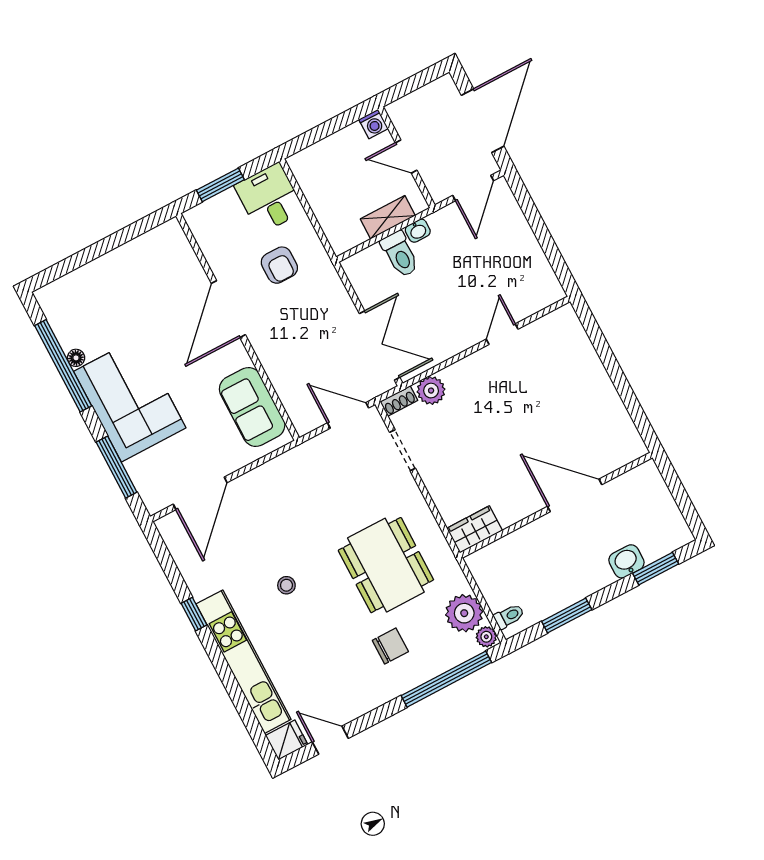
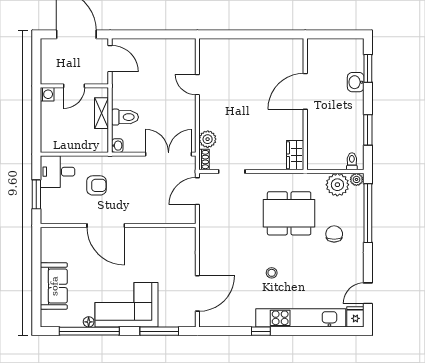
washbasin: (418, 231) -> (117, 146), moved
sofa: (252, 407) -> (54, 286), moved, turned -90
door: (200, 493) -> (197, 293), hinge flipped

